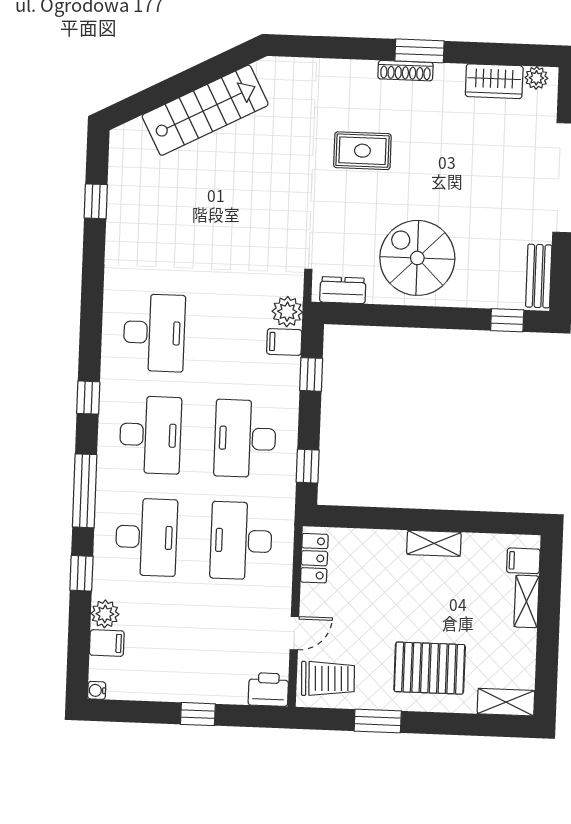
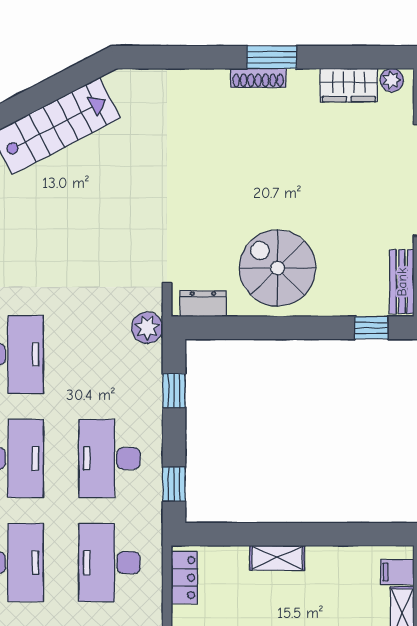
rug: (362, 151) -> (217, 161), removed
filing cabinet: (284, 342) -> (145, 359), removed
shelving: (434, 543) -> (277, 558), moved

